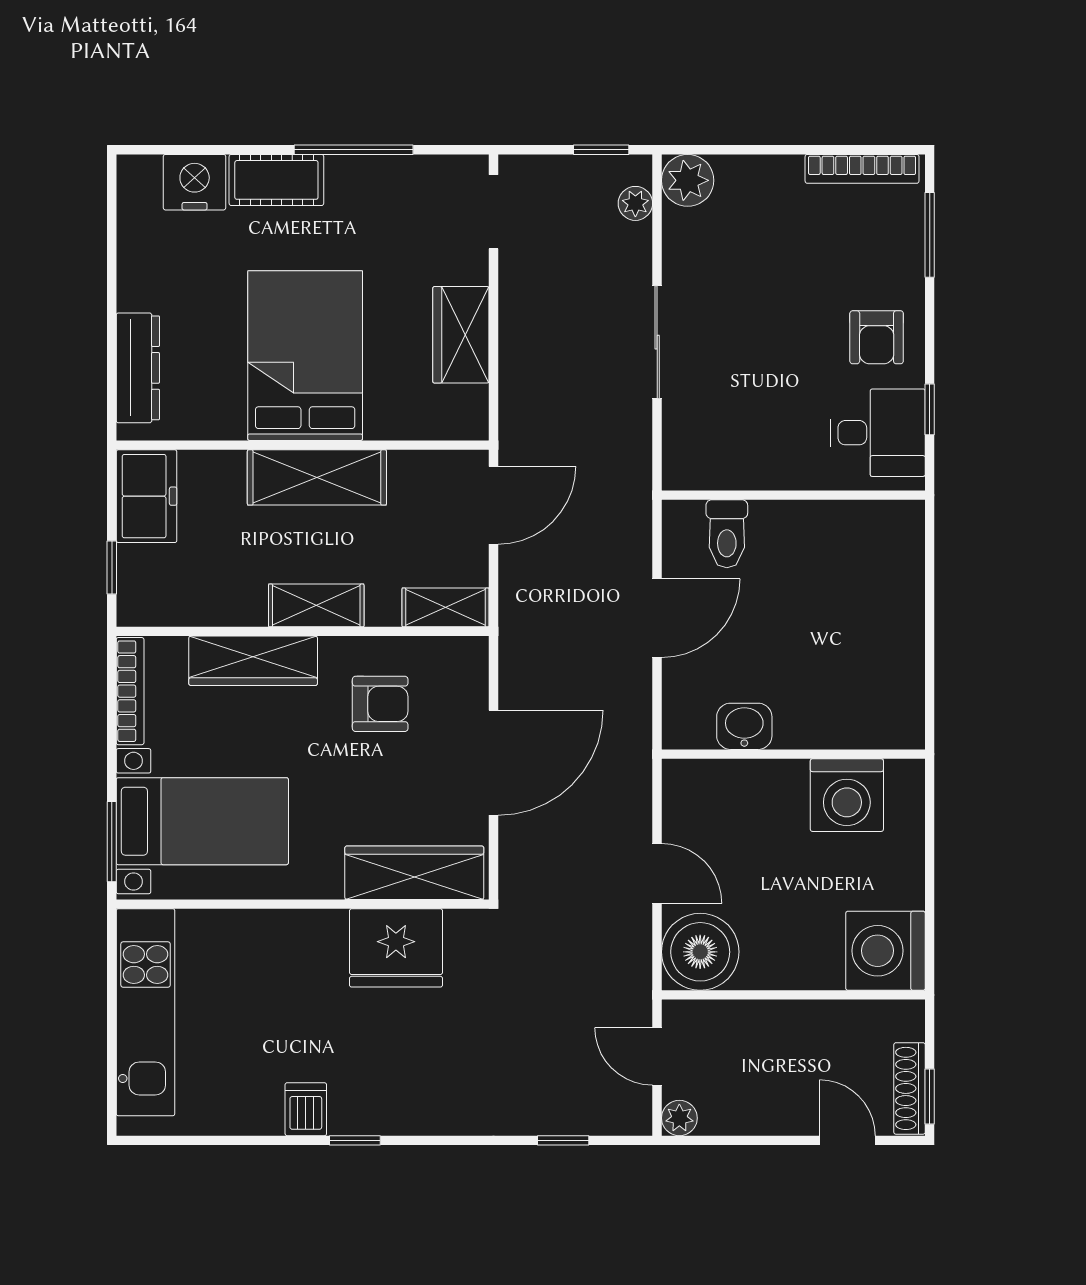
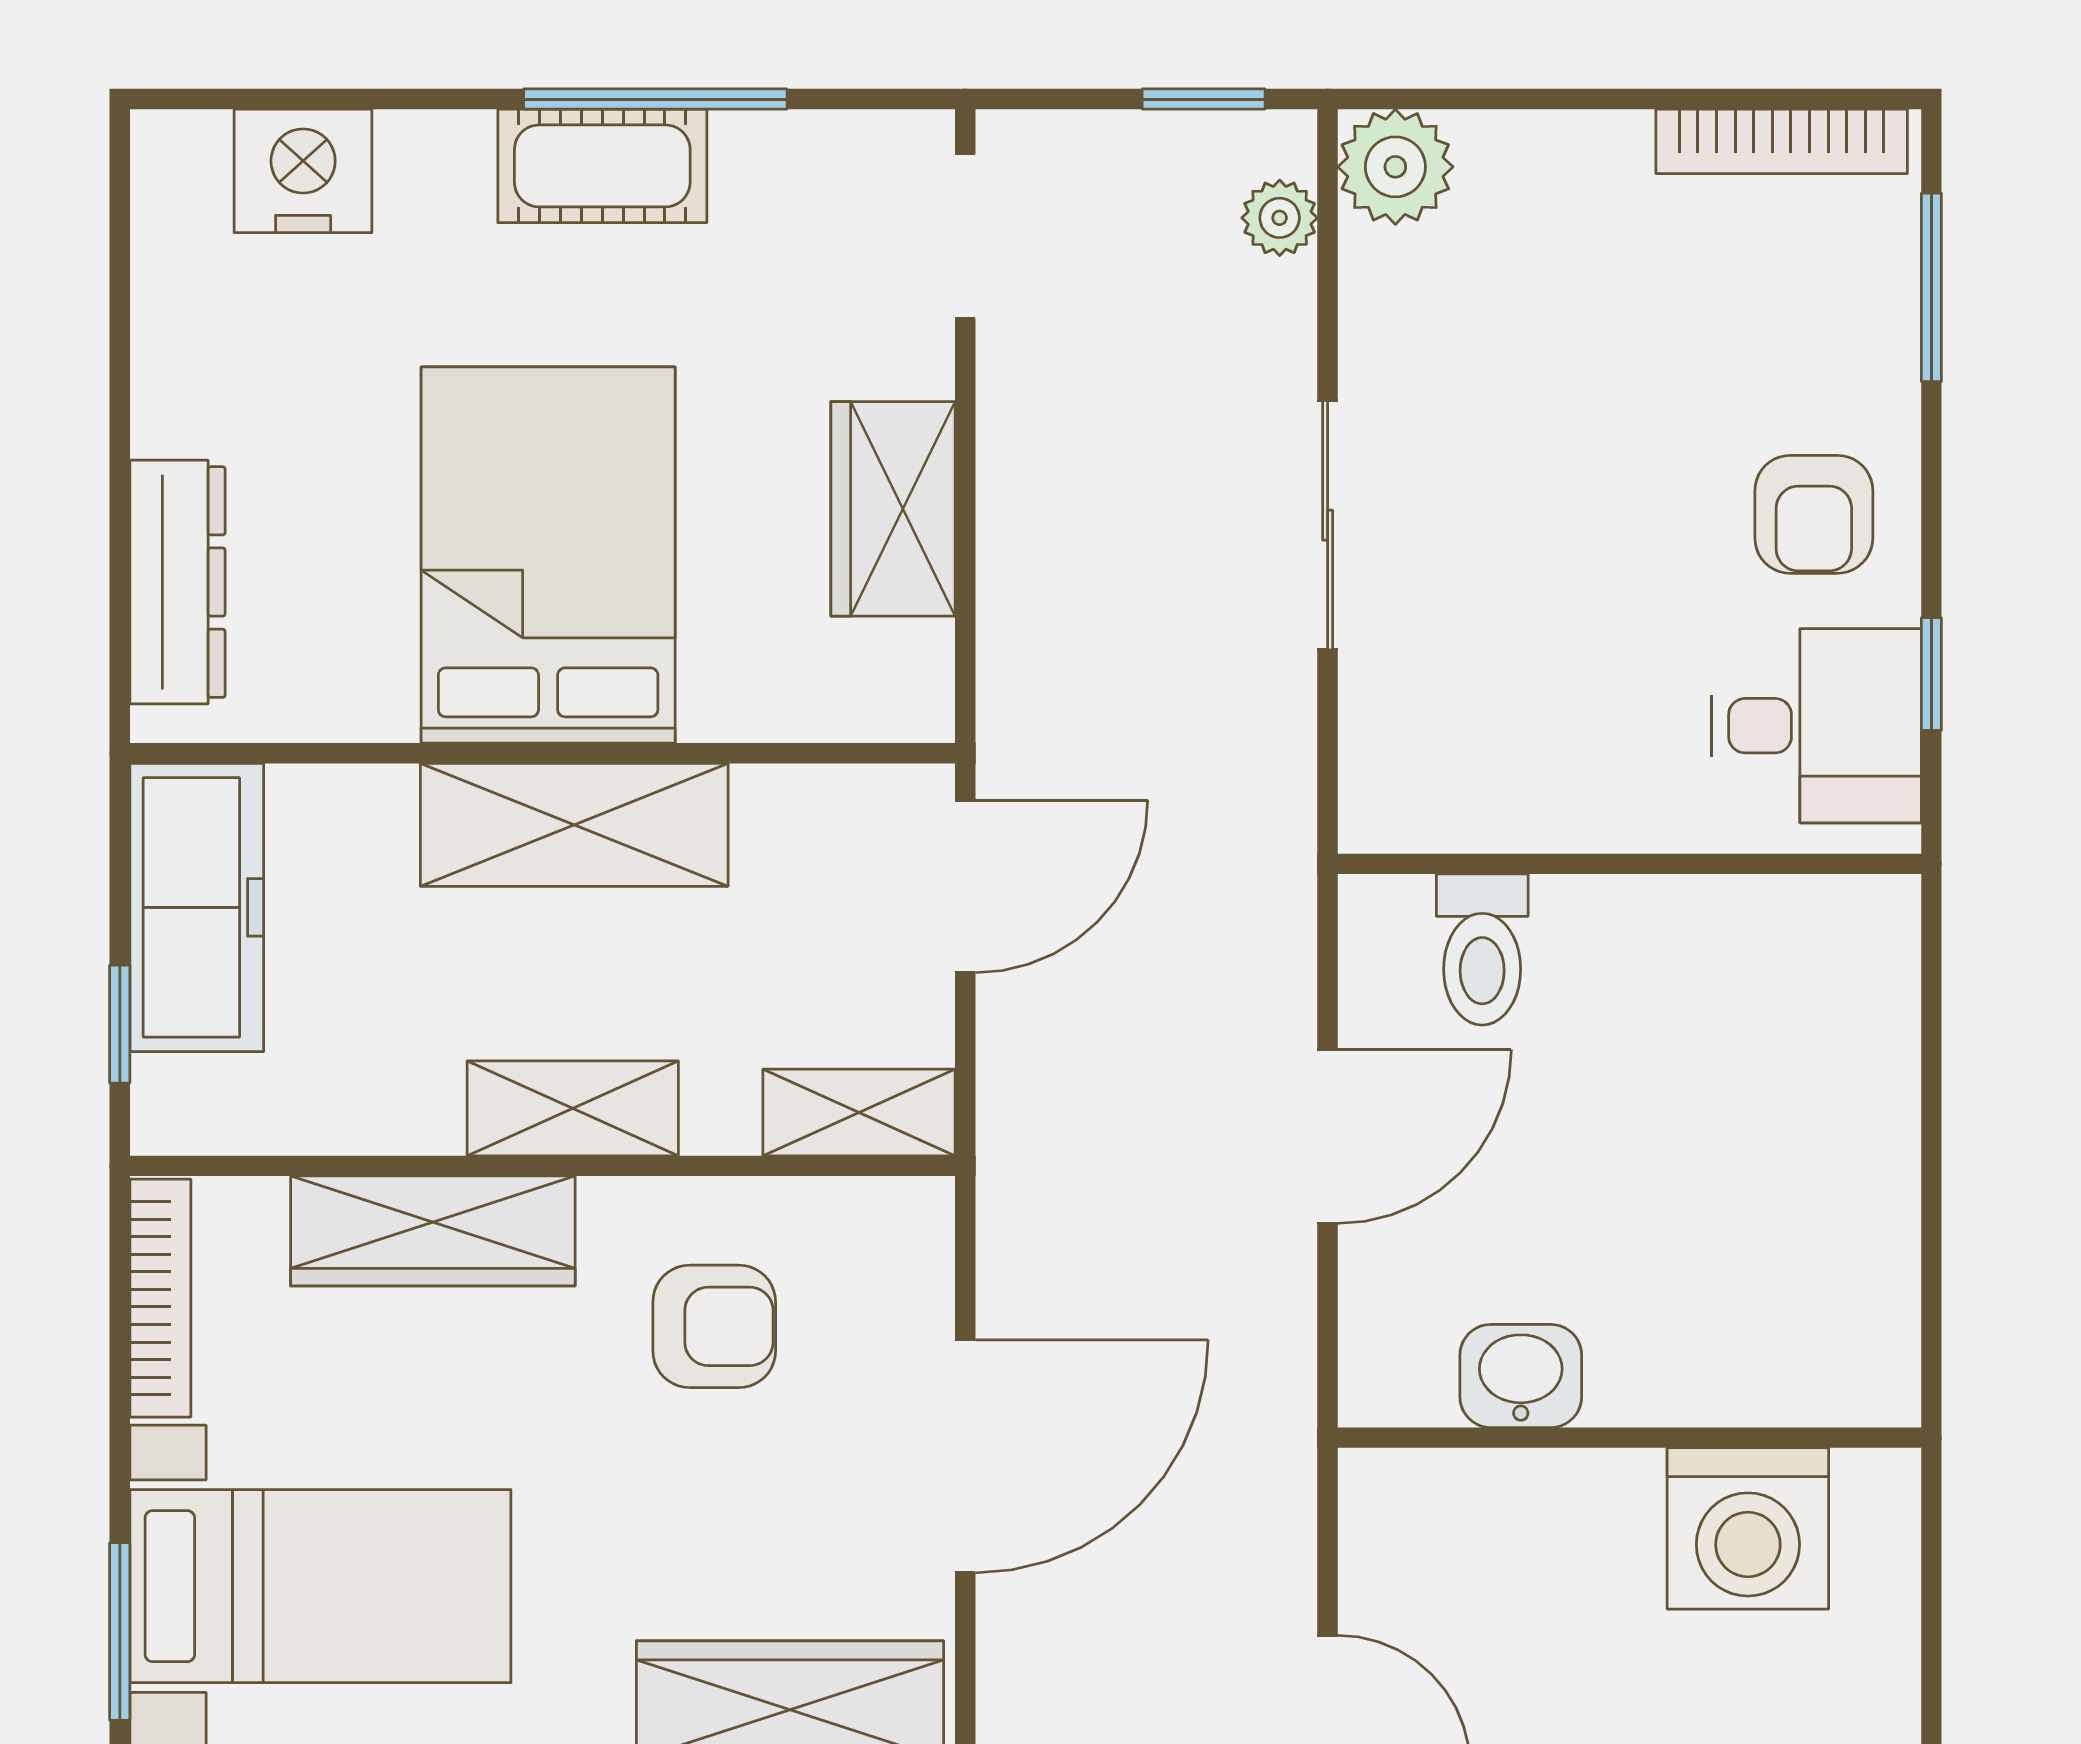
cot: (276, 180) -> (602, 166), moved
freezer: (147, 496) -> (197, 907), width x1.40

